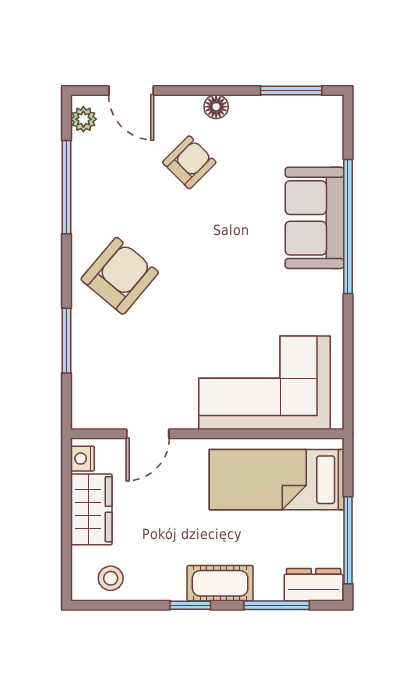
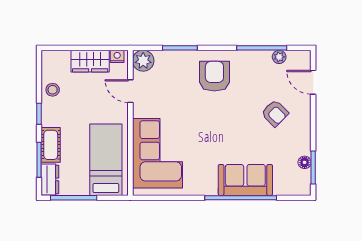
door: (131, 91) -> (313, 82), hinge flipped
floor lamp: (216, 107) -> (305, 162), moved
plant: (83, 119) -> (279, 57), moved
armchair: (120, 276) -> (214, 76), turned -130
plant: (91, 410) -> (143, 61), added
stool: (111, 578) -> (53, 90), moved
cot: (220, 583) -> (51, 145), moved

